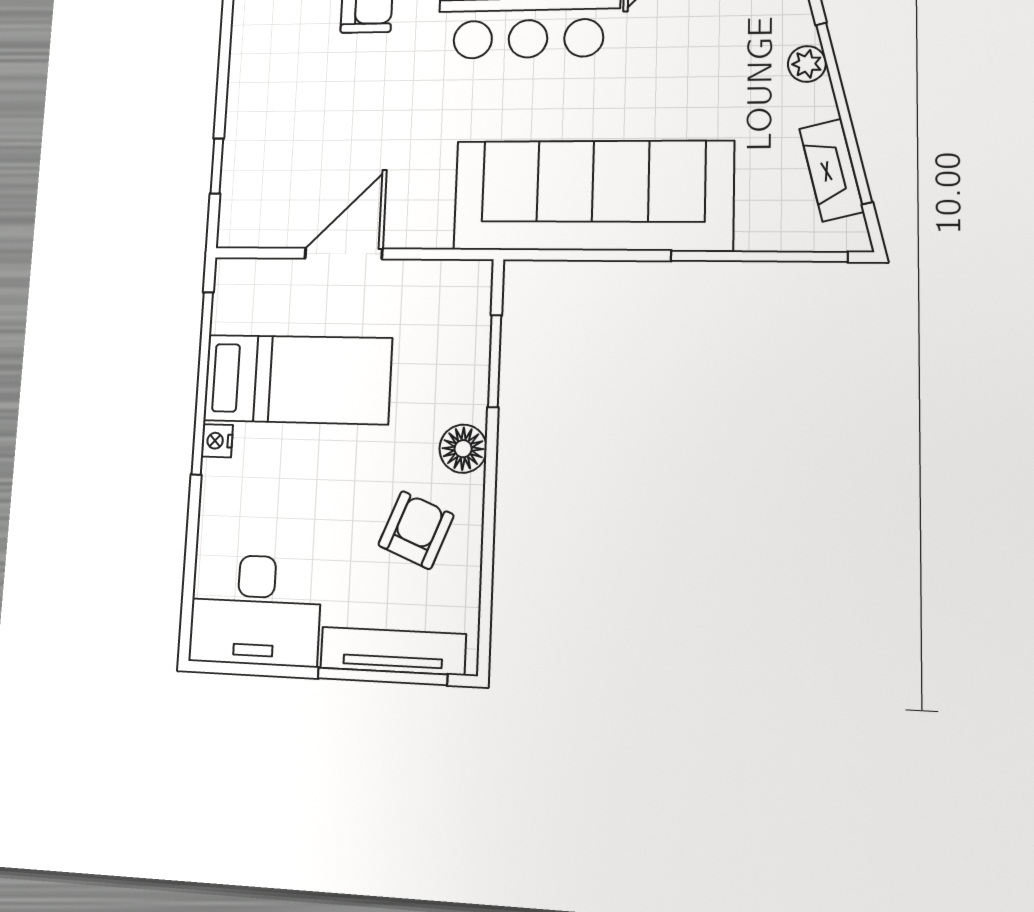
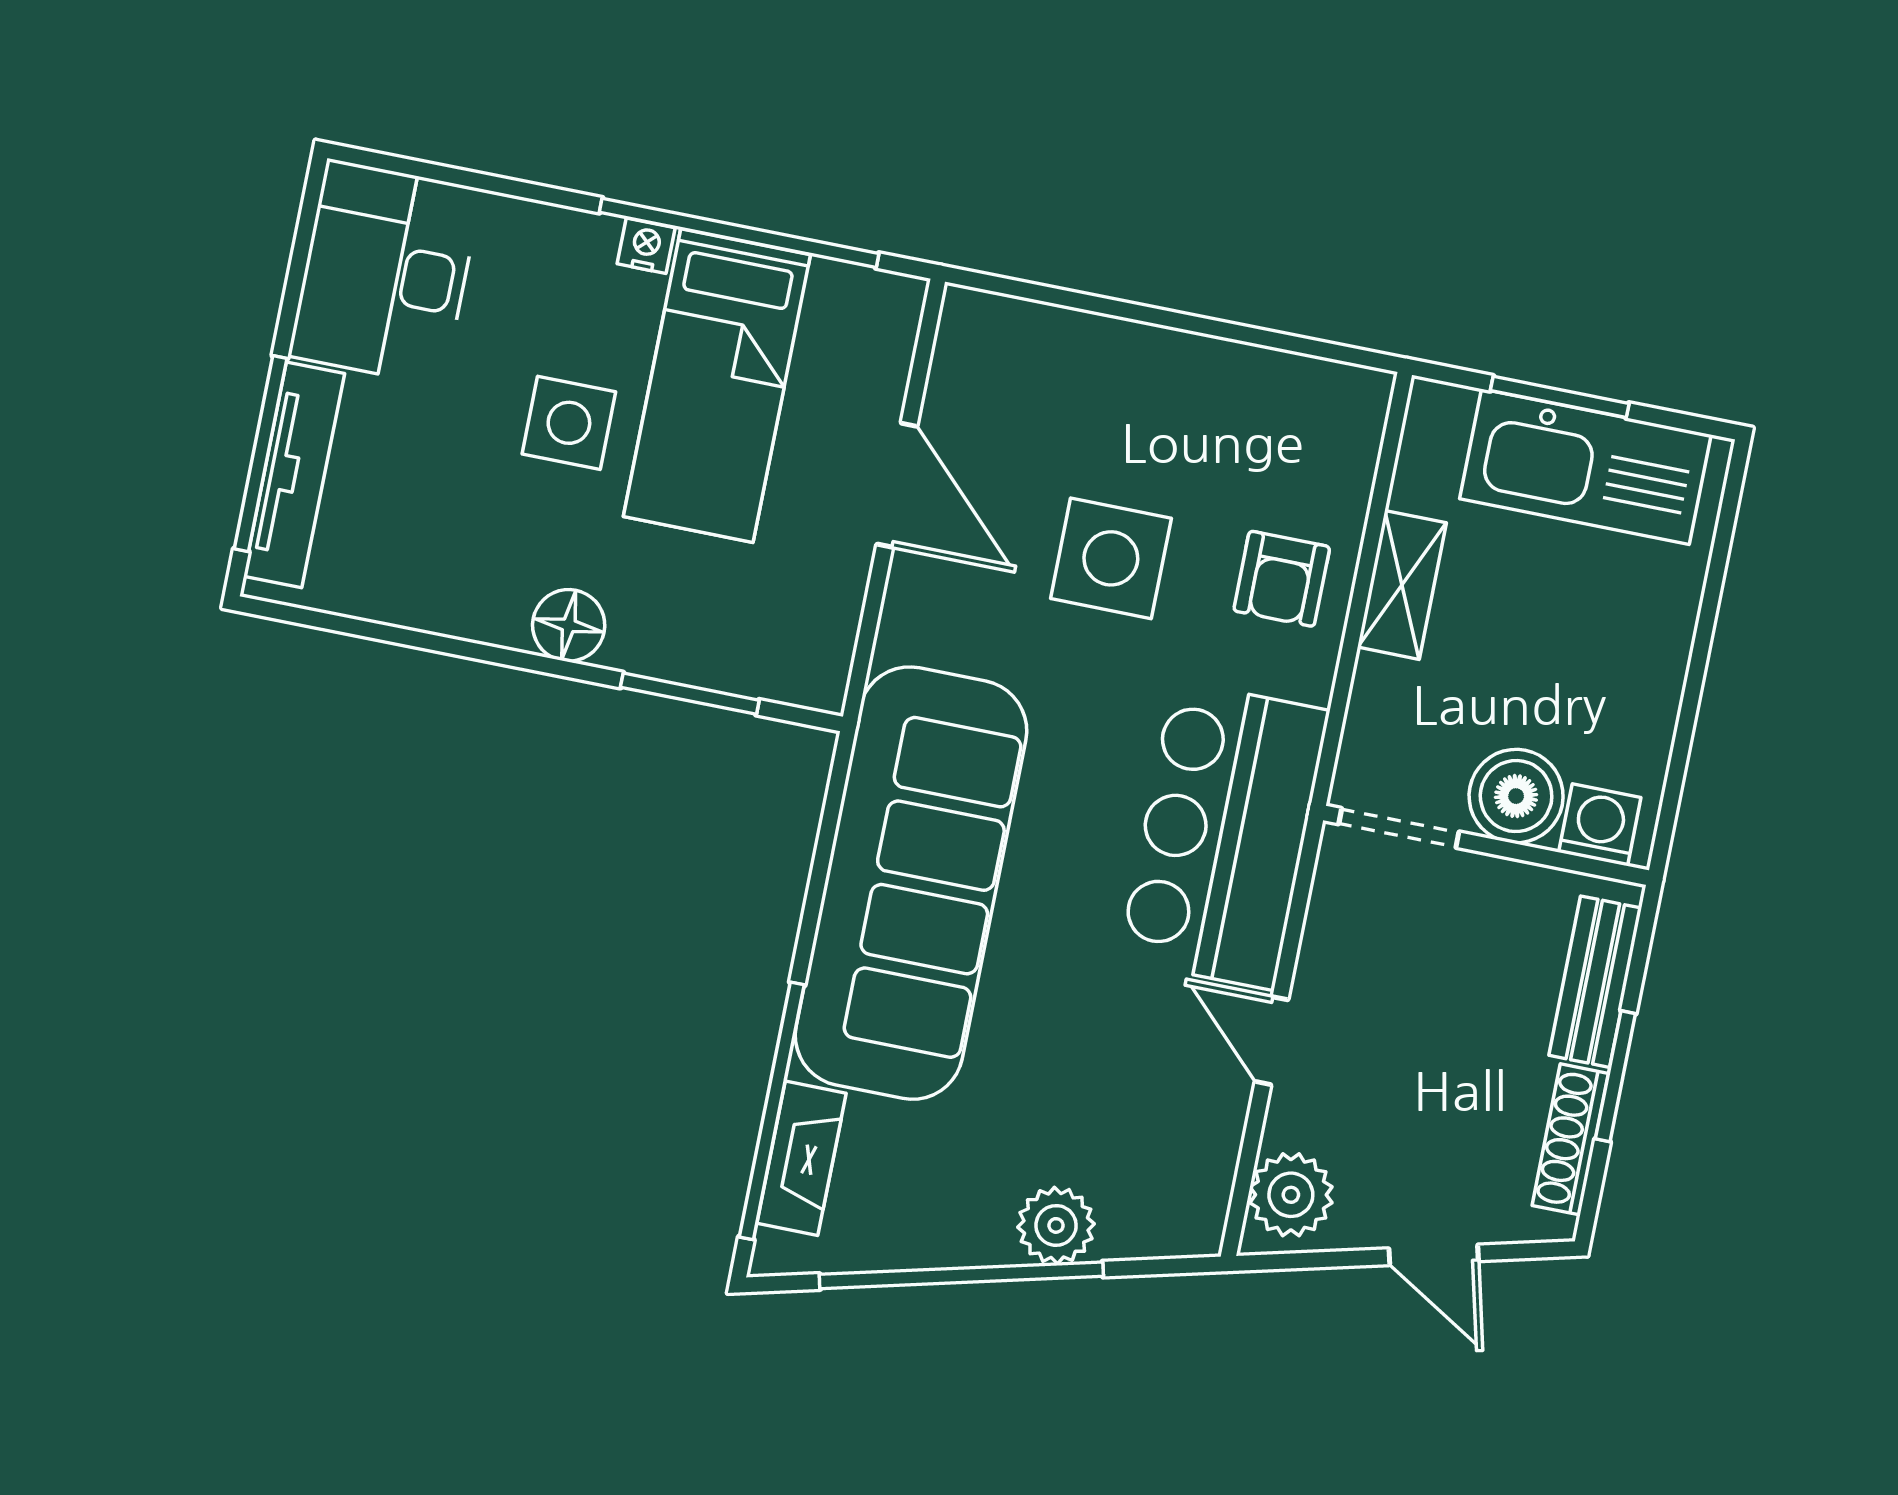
plant: (807, 64) -> (1056, 1225), width x1.38, depth x1.38
side table: (369, 113) -> (1111, 558), added
window: (217, 166) -> (1076, 300), removed
fireplace: (832, 170) -> (801, 1158), moved, turned 104
side table: (334, 471) -> (569, 423), added
armchair: (416, 530) -> (462, 536), removed

